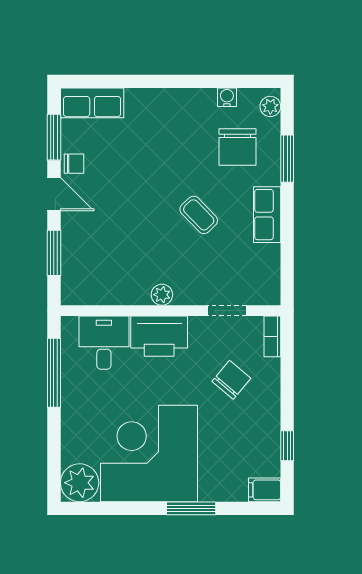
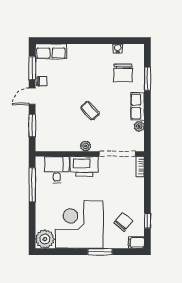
plant: (270, 106) -> (139, 126), moved
door: (54, 194) -> (32, 96), swing flipped
coffee table: (199, 215) -> (90, 111), moved
doorway: (227, 311) -> (118, 154), width x1.88
chair: (231, 380) -> (123, 222), moved

